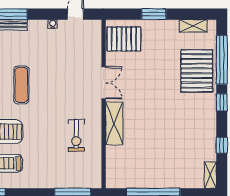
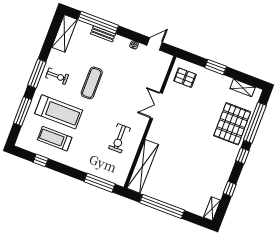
pallet: (124, 39) -> (185, 78), width x0.67, depth x0.71
double door: (104, 83) -> (156, 106), swing flipped
shelving: (114, 123) -> (143, 166), moved, width x1.47

